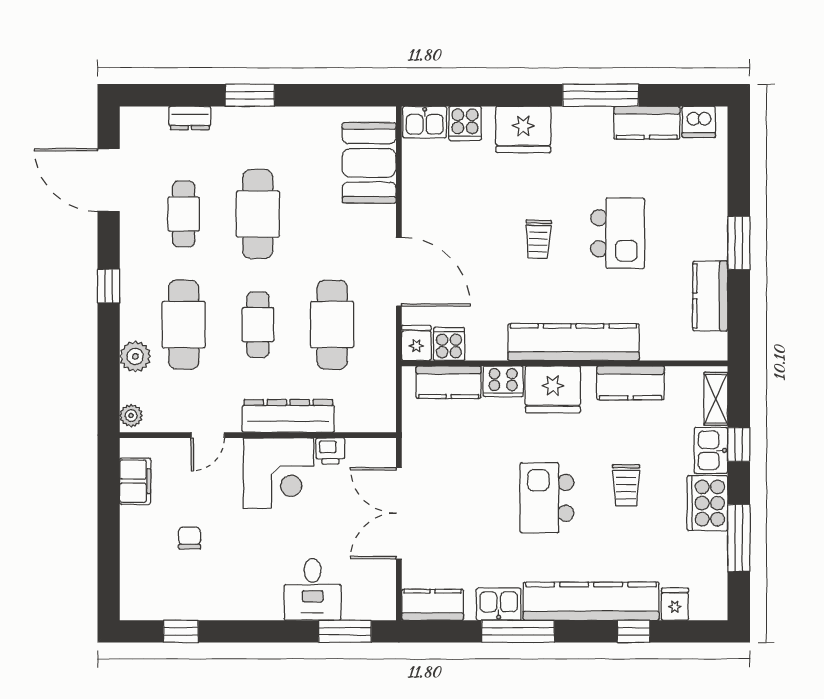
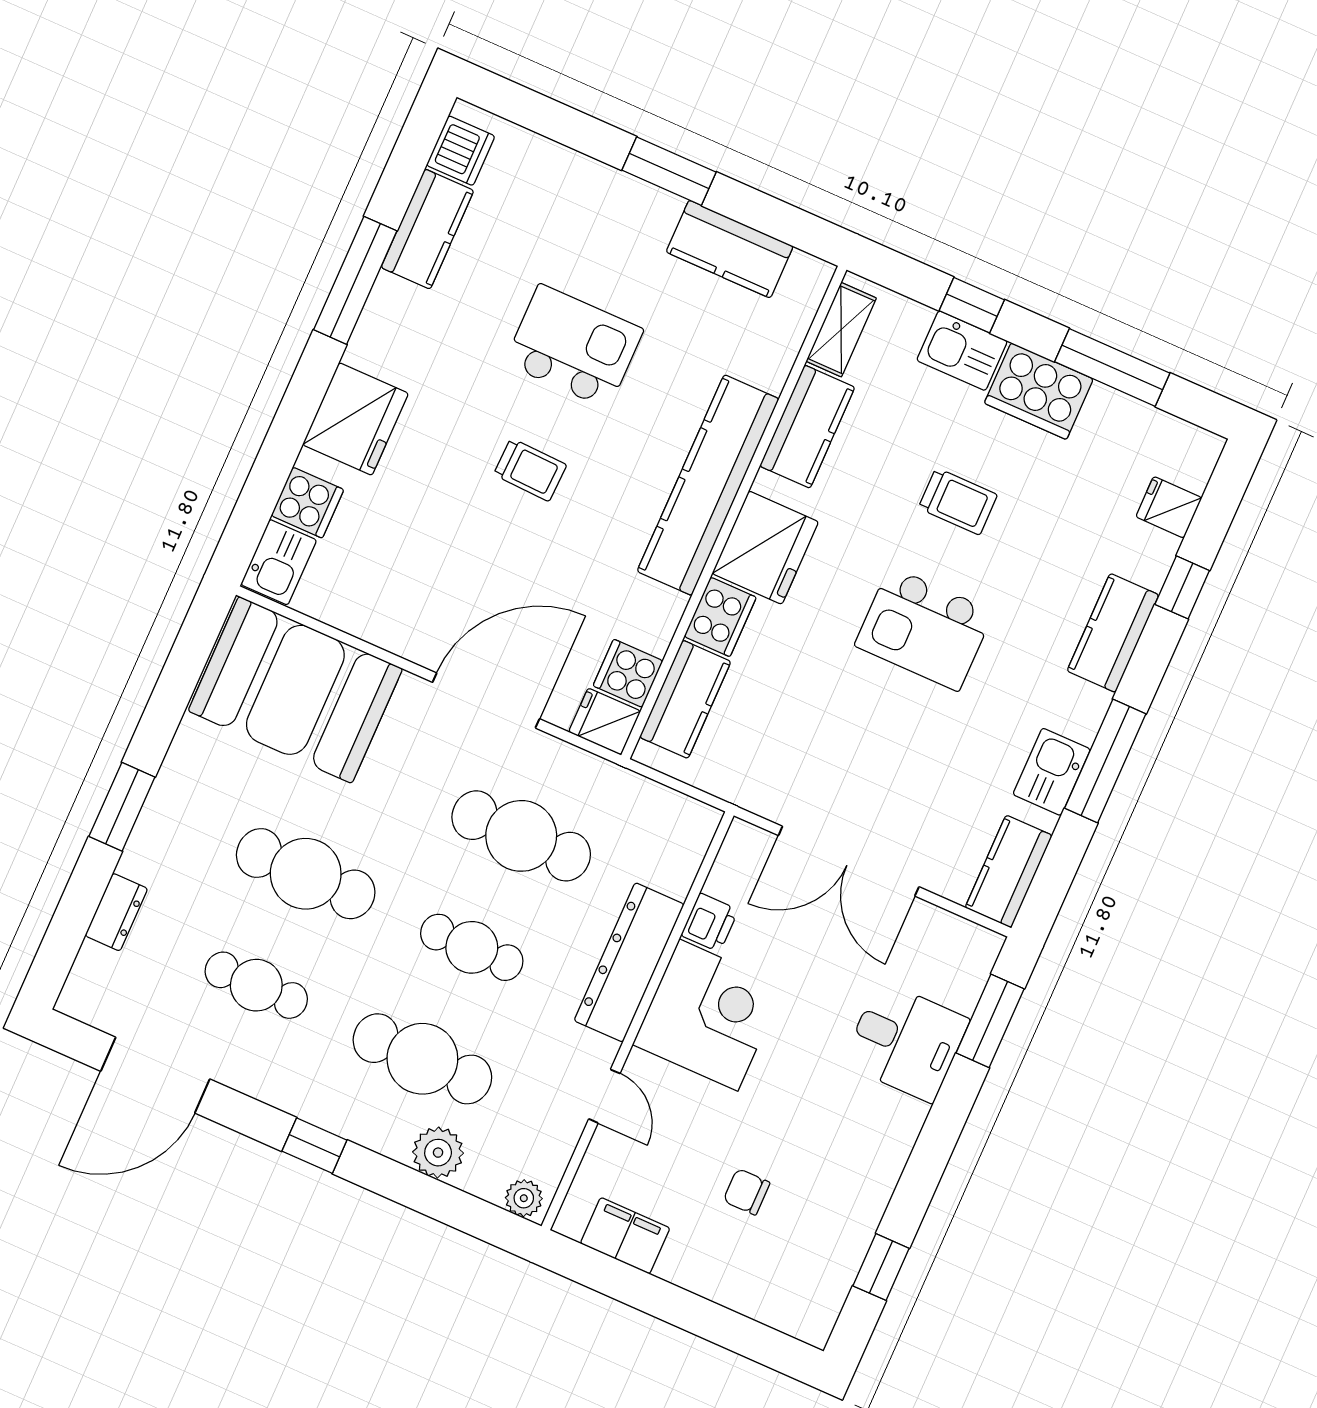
booth: (369, 163) -> (295, 690), width x1.36, depth x1.42
shelving: (716, 399) -> (841, 330), moved, turned 90
kitchen counter: (591, 601) -> (1113, 633), width x0.48, depth x0.86

